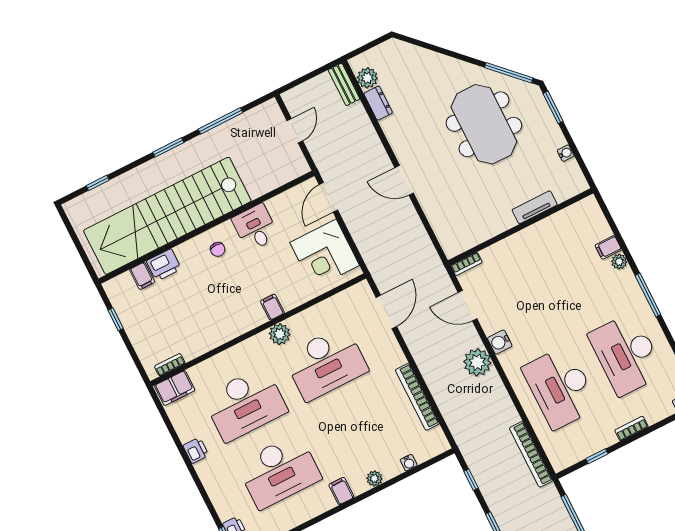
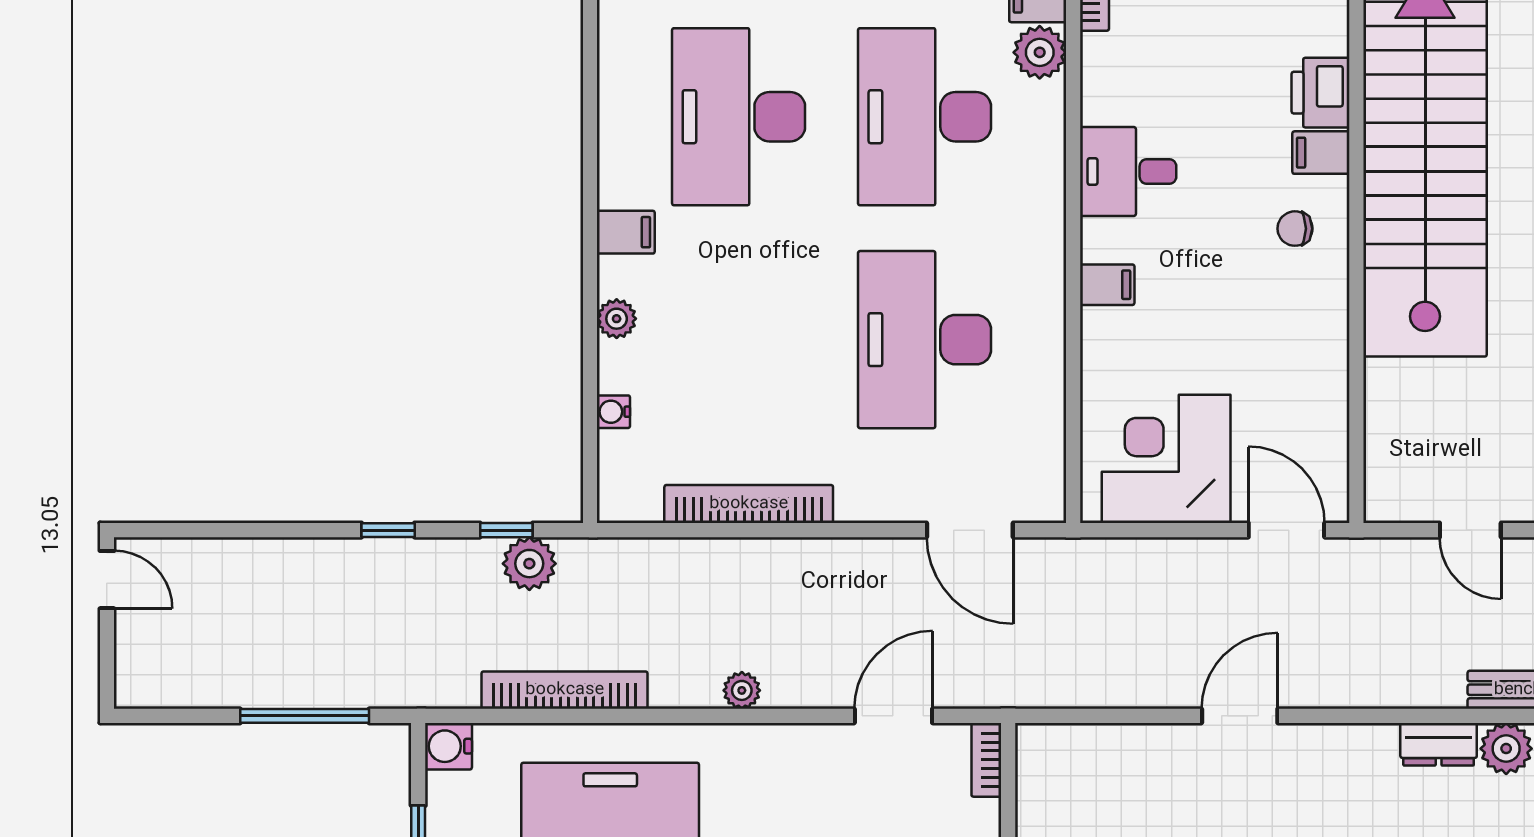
desk: (255, 227) -> (1128, 172), moved, turned 180
filing cabinet: (142, 276) -> (1321, 153), moved
plant: (280, 334) -> (1040, 52), moved
water cooler: (500, 342) -> (449, 746), moved, turned -90
plant: (477, 362) -> (742, 690), width x0.53, depth x0.53
bookcase: (531, 454) -> (565, 690), moved
plant: (479, 465) -> (529, 564), added

